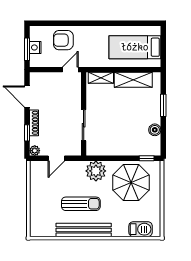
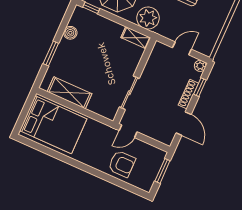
nightstand: (35, 47) -> (153, 169), removed
bed: (135, 47) -> (53, 125), width x1.50
shelving: (101, 78) -> (136, 38), moved
sliding door: (84, 125) -> (129, 93), moved

